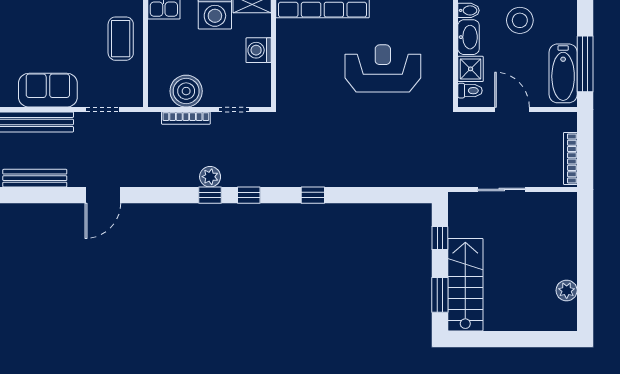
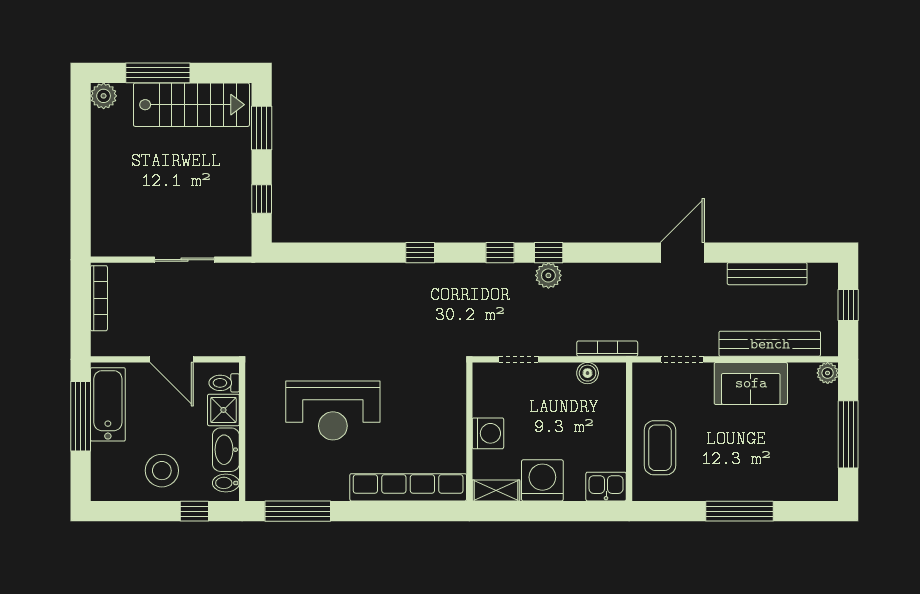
boiler: (186, 91) -> (588, 373), width x0.54, depth x0.54
bookcase: (186, 118) -> (607, 349), moved
stairs: (465, 285) -> (191, 105), moved, turned -90
plant: (567, 290) -> (104, 96), moved
window: (523, 339) -> (158, 73), added

